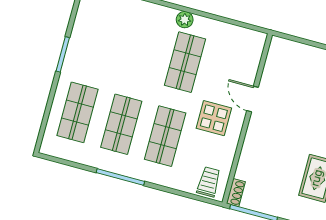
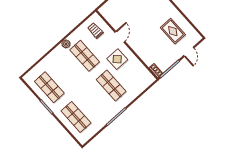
door: (252, 99) -> (120, 37), swing flipped
shop shelf: (121, 124) -> (49, 87), moved
trolley: (209, 182) -> (95, 30), moved

